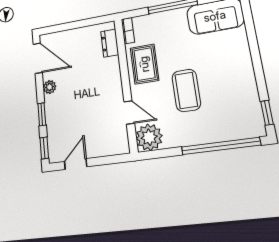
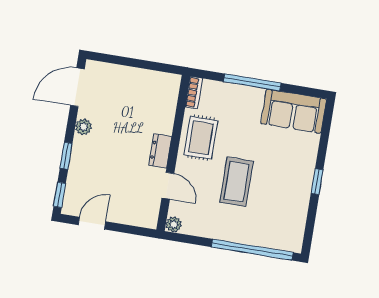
dresser: (110, 43) -> (160, 151), moved
door: (38, 58) -> (77, 87), swing flipped
window: (267, 113) -> (317, 182), moved
plant: (149, 137) -> (174, 224), width x0.53, depth x0.53

